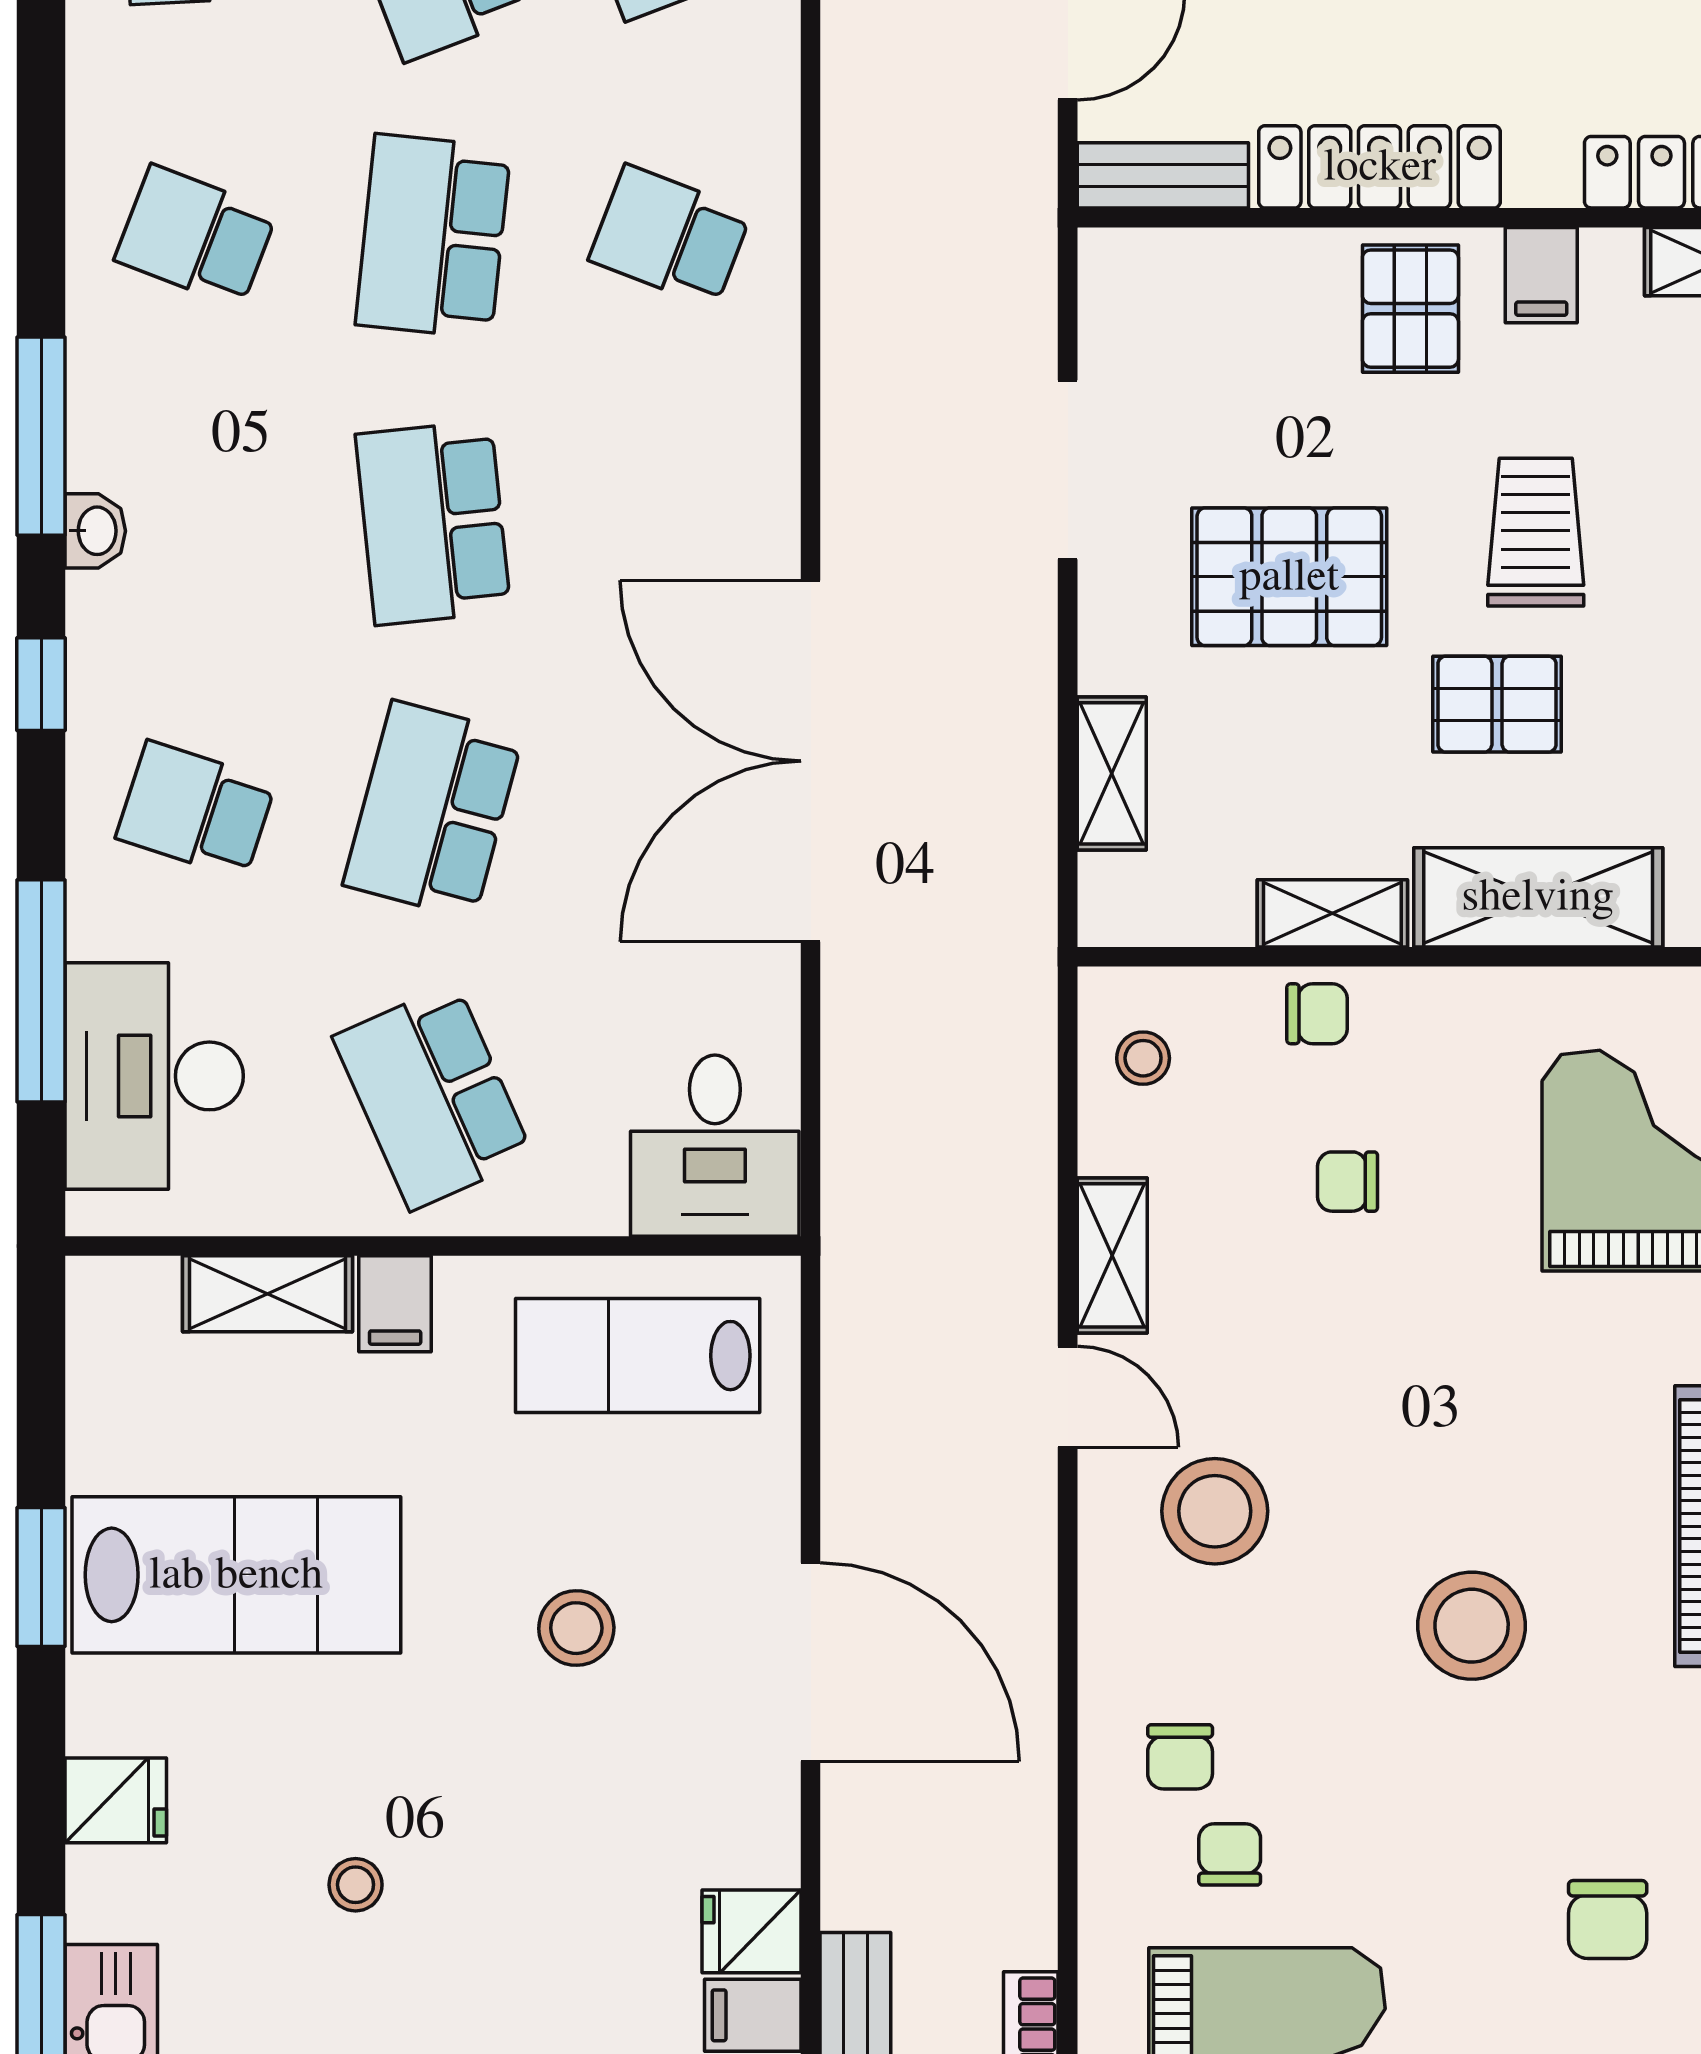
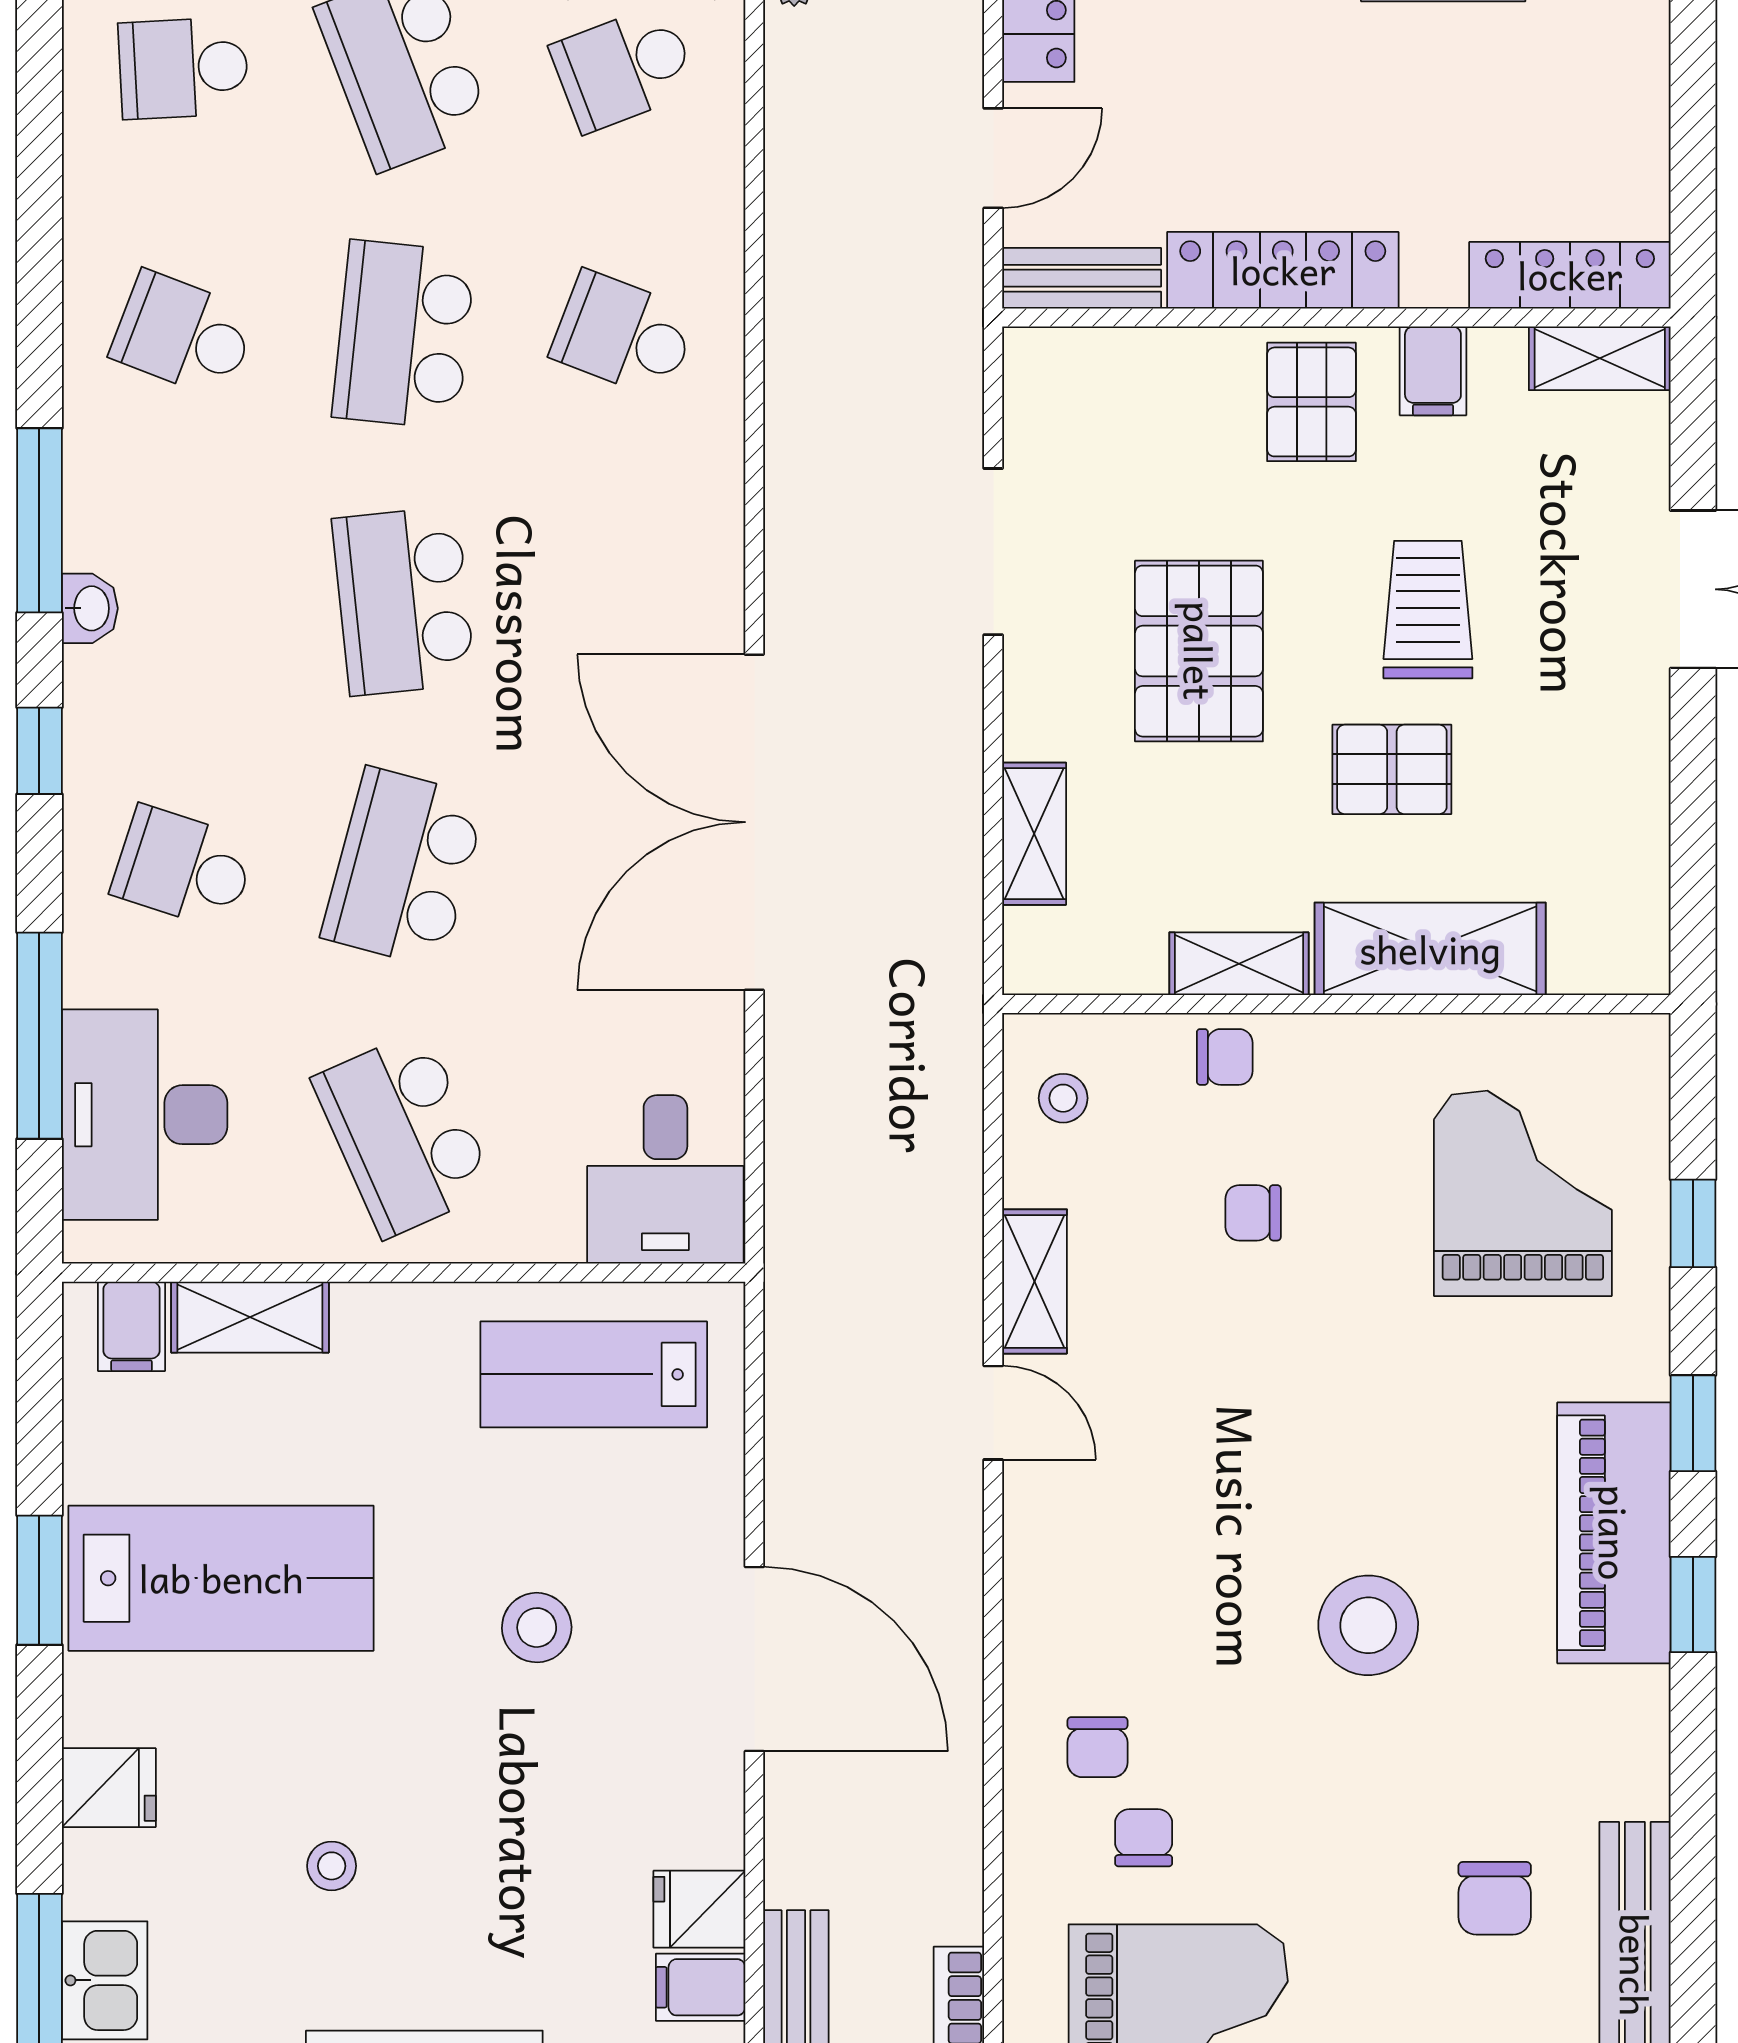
pallet: (1289, 577) -> (1199, 651), turned 90
filing cabinet: (395, 1304) -> (132, 1326), moved
stool: (1215, 1511) -> (1130, 1519), removed

